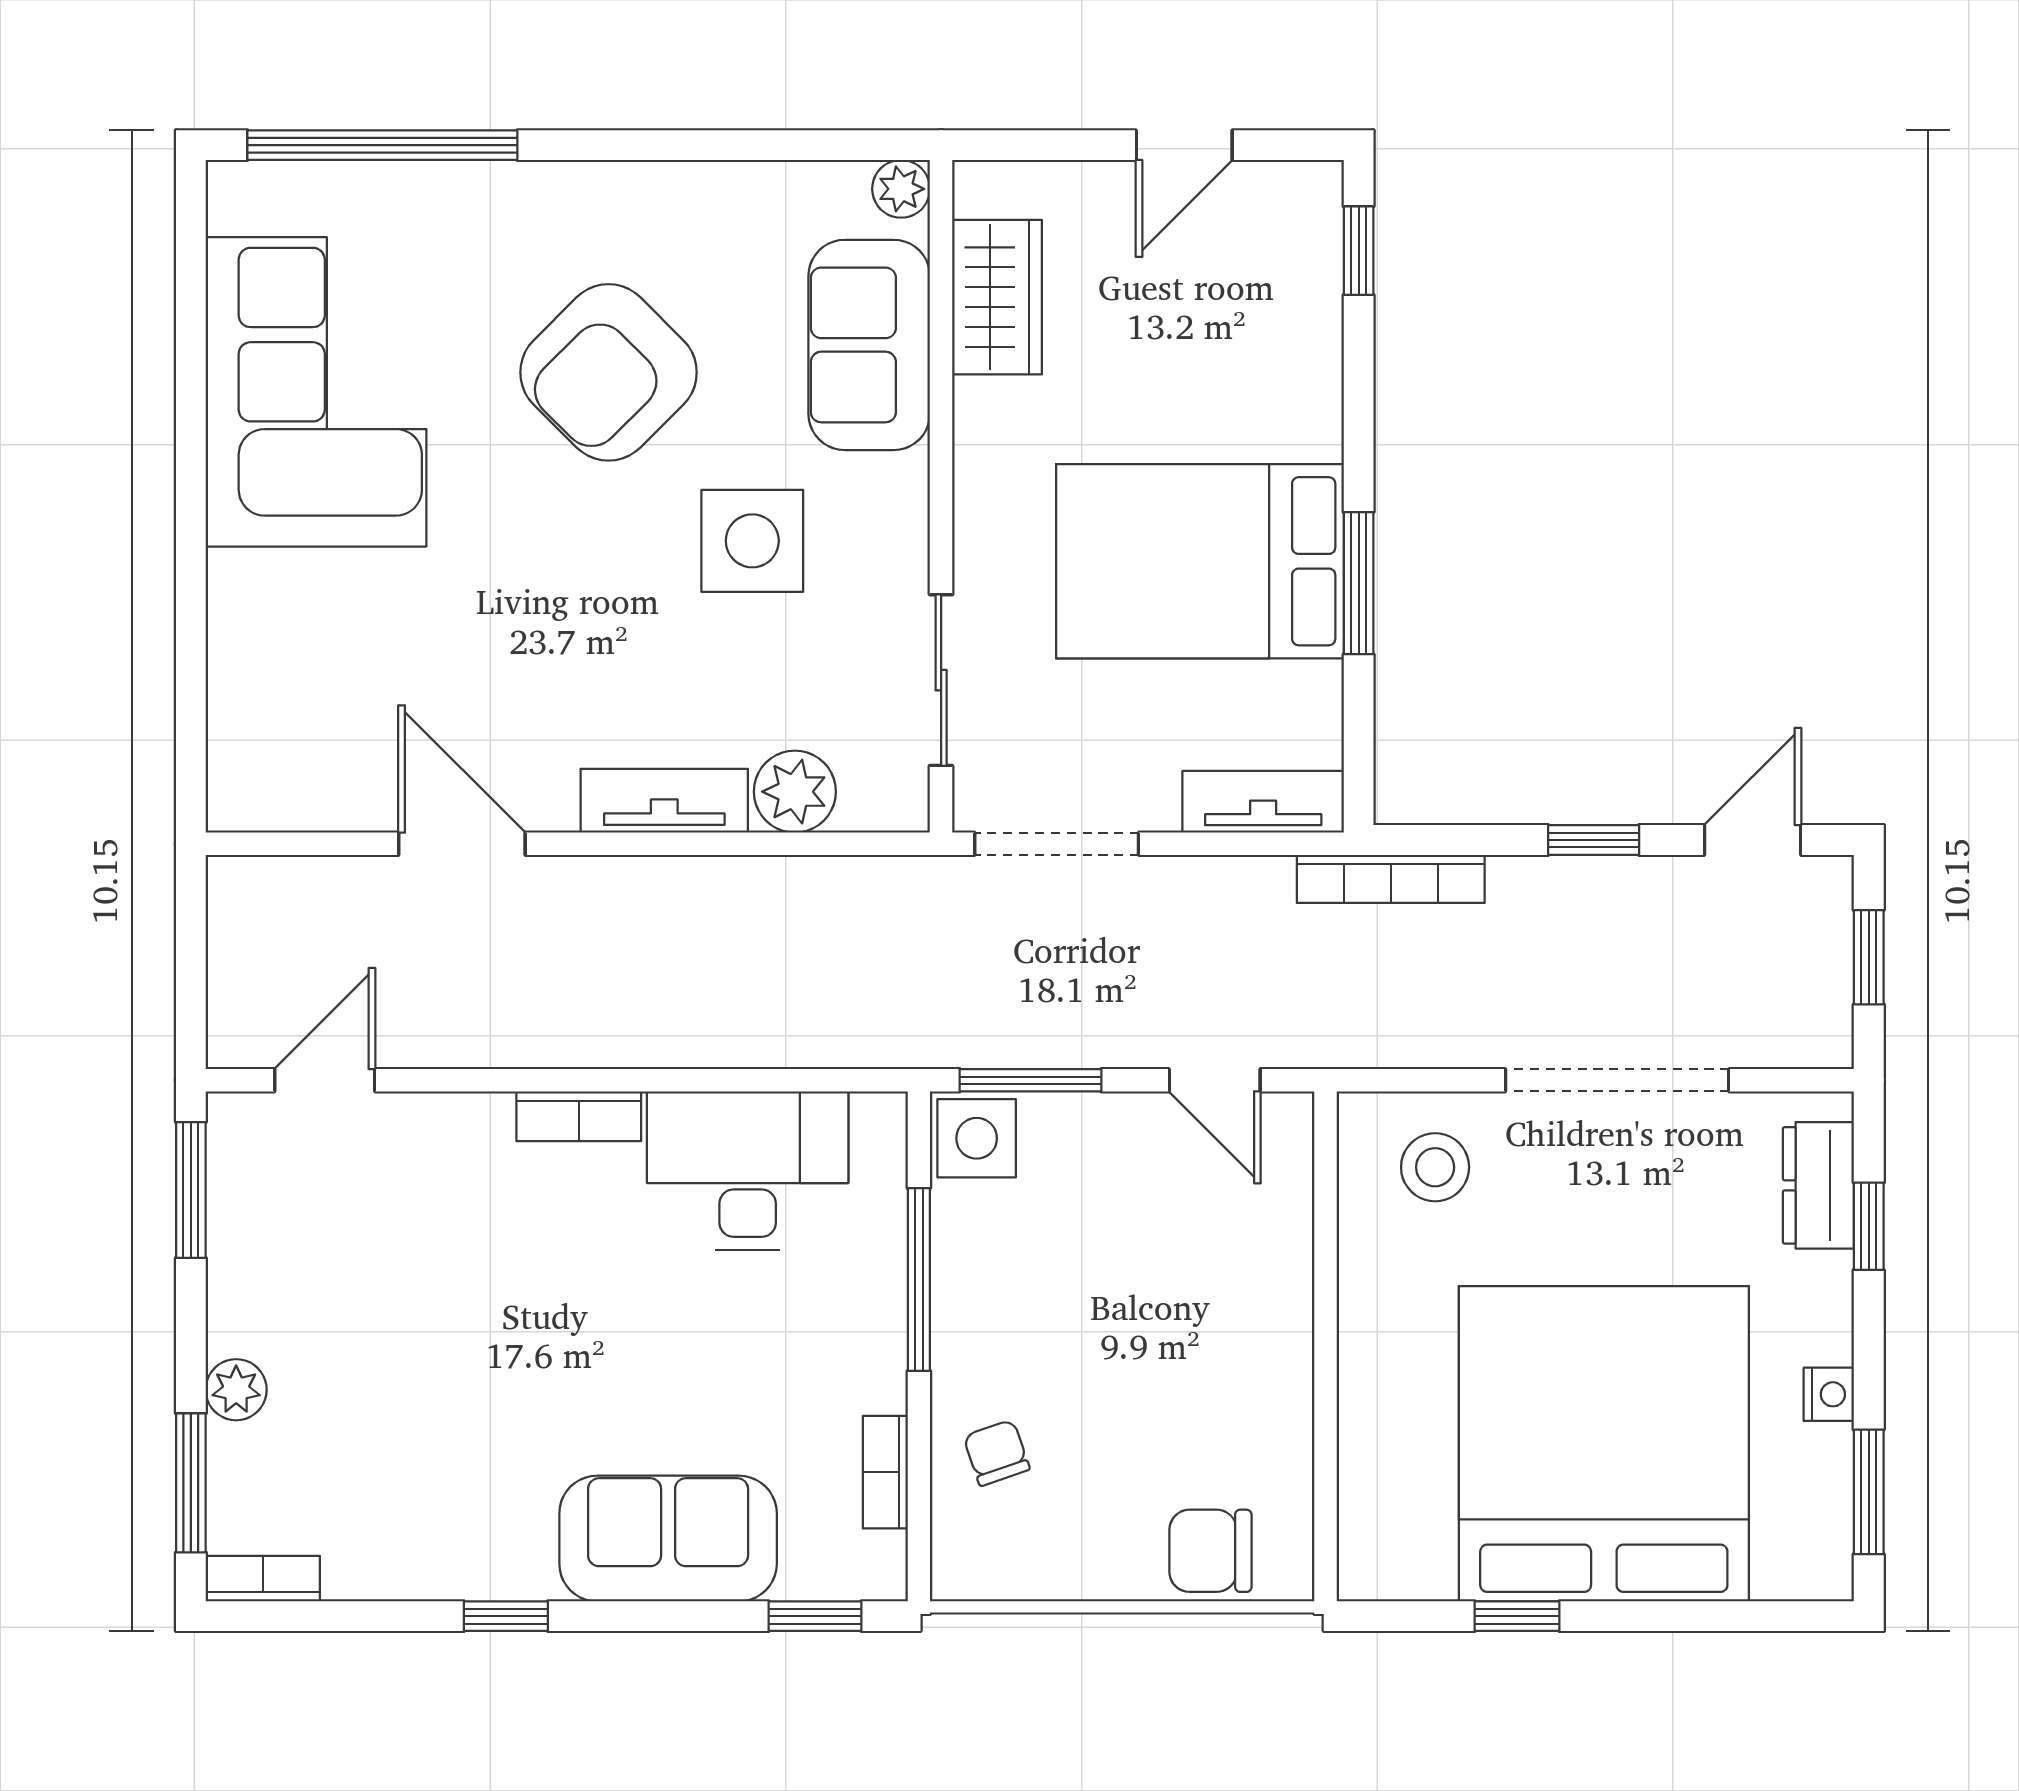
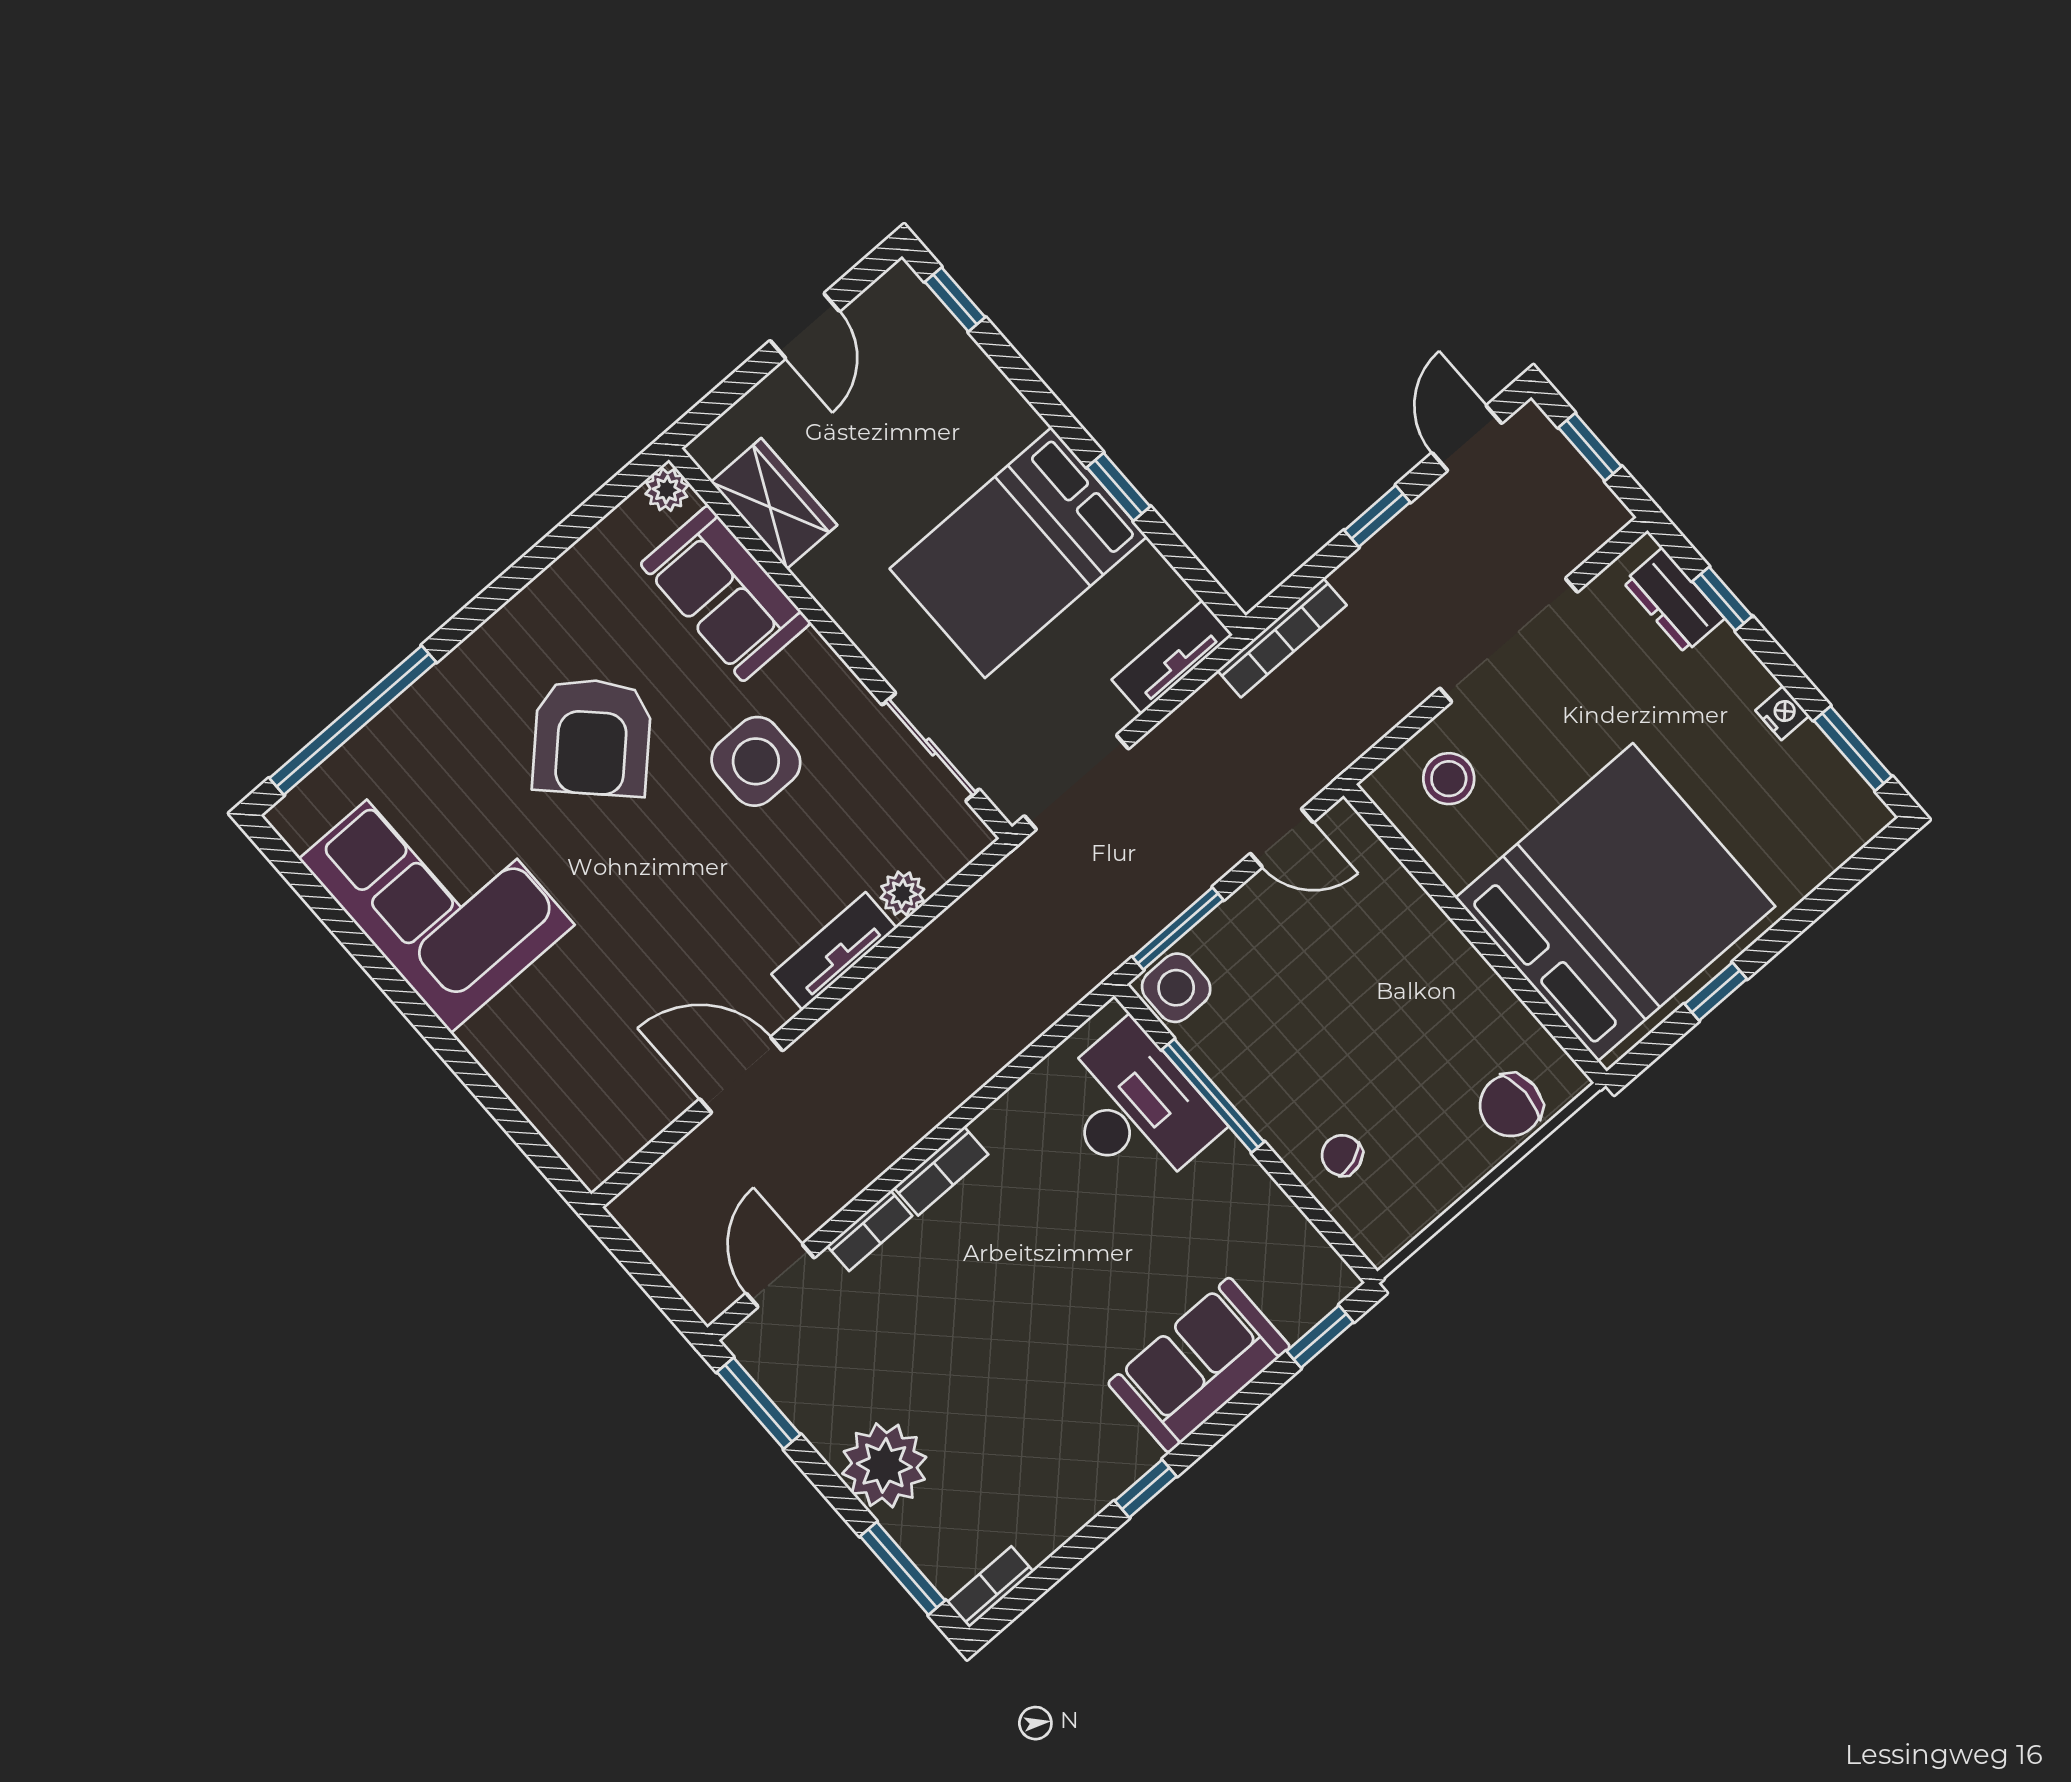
window: (1359, 583) -> (1118, 487), width x0.67
plant: (795, 792) -> (902, 894), width x0.73, depth x0.73
desk: (748, 1170) -> (1135, 1109), moved, turned 90
plant: (236, 1390) -> (884, 1465), width x1.88, depth x1.88
bed: (1604, 1444) -> (1615, 902), moved, turned 90
bookcase: (885, 1472) -> (870, 1231), moved, turned -90

